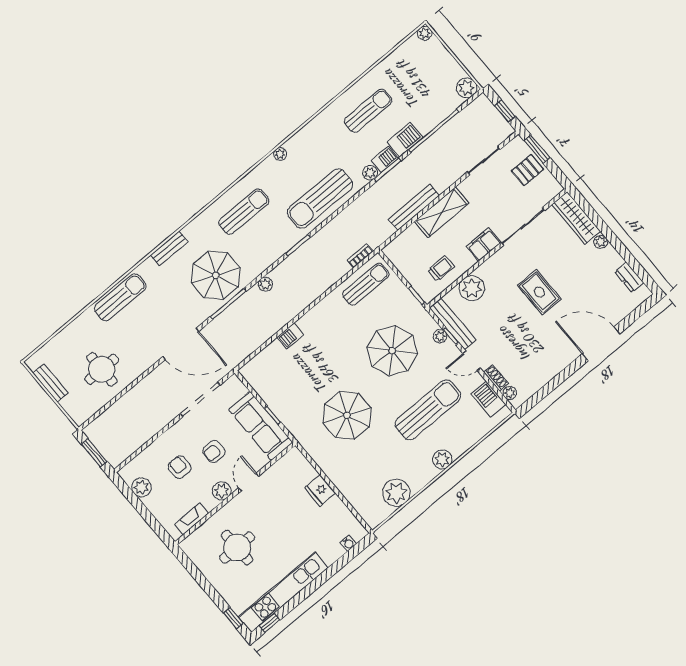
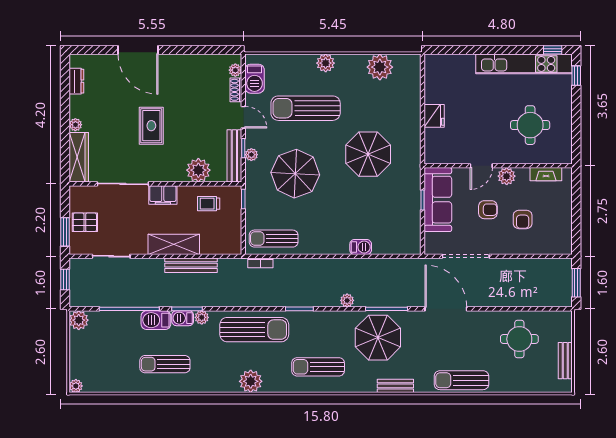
plant: (280, 154) -> (251, 381), width x1.88, depth x1.88
plant: (141, 487) -> (563, 228), removed
water cooler: (348, 543) -> (446, 60), removed

